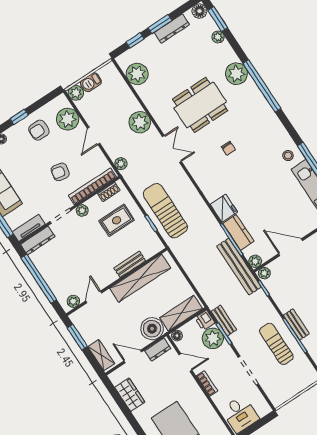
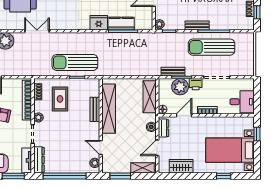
plant: (121, 164) -> (24, 71), removed
plant: (255, 261) -> (148, 25), removed
bench: (239, 267) -> (144, 38), removed
printer: (205, 320) -> (196, 84), moved
bench: (296, 324) -> (197, 25), moved
boiler: (152, 329) -> (151, 127), width x0.54, depth x0.54
sun lounger: (276, 344) -> (211, 47), width x1.36, depth x1.34

